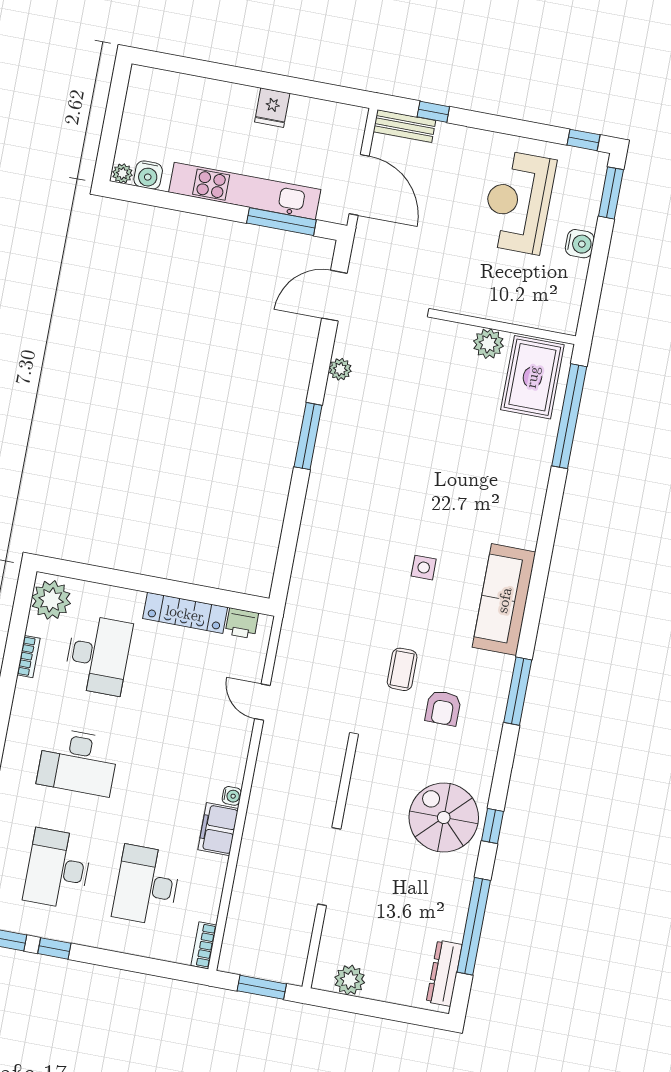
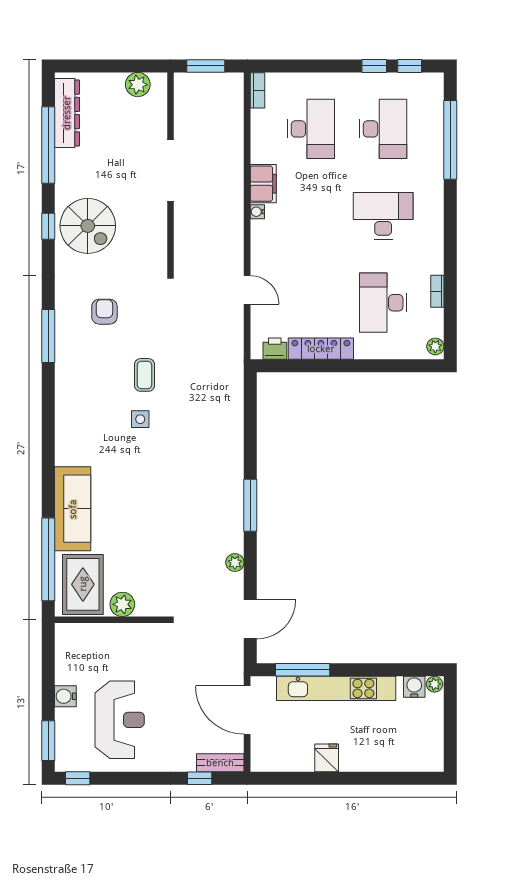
plant: (51, 600) -> (435, 346), width x0.53, depth x0.53
sofa: (504, 600) -> (73, 509), moved
coffee table: (402, 669) -> (145, 375), moved
dresser: (444, 973) -> (67, 113), width x1.37, depth x1.24

